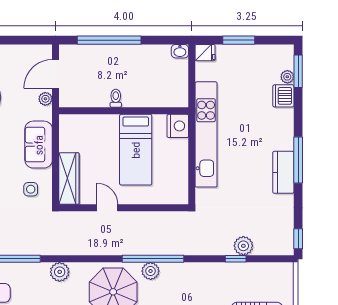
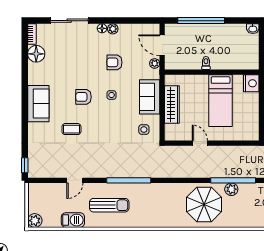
door: (56, 74) -> (162, 45), hinge flipped
wardrobe: (69, 178) -> (172, 105), moved
plant: (60, 272) -> (165, 190), removed

